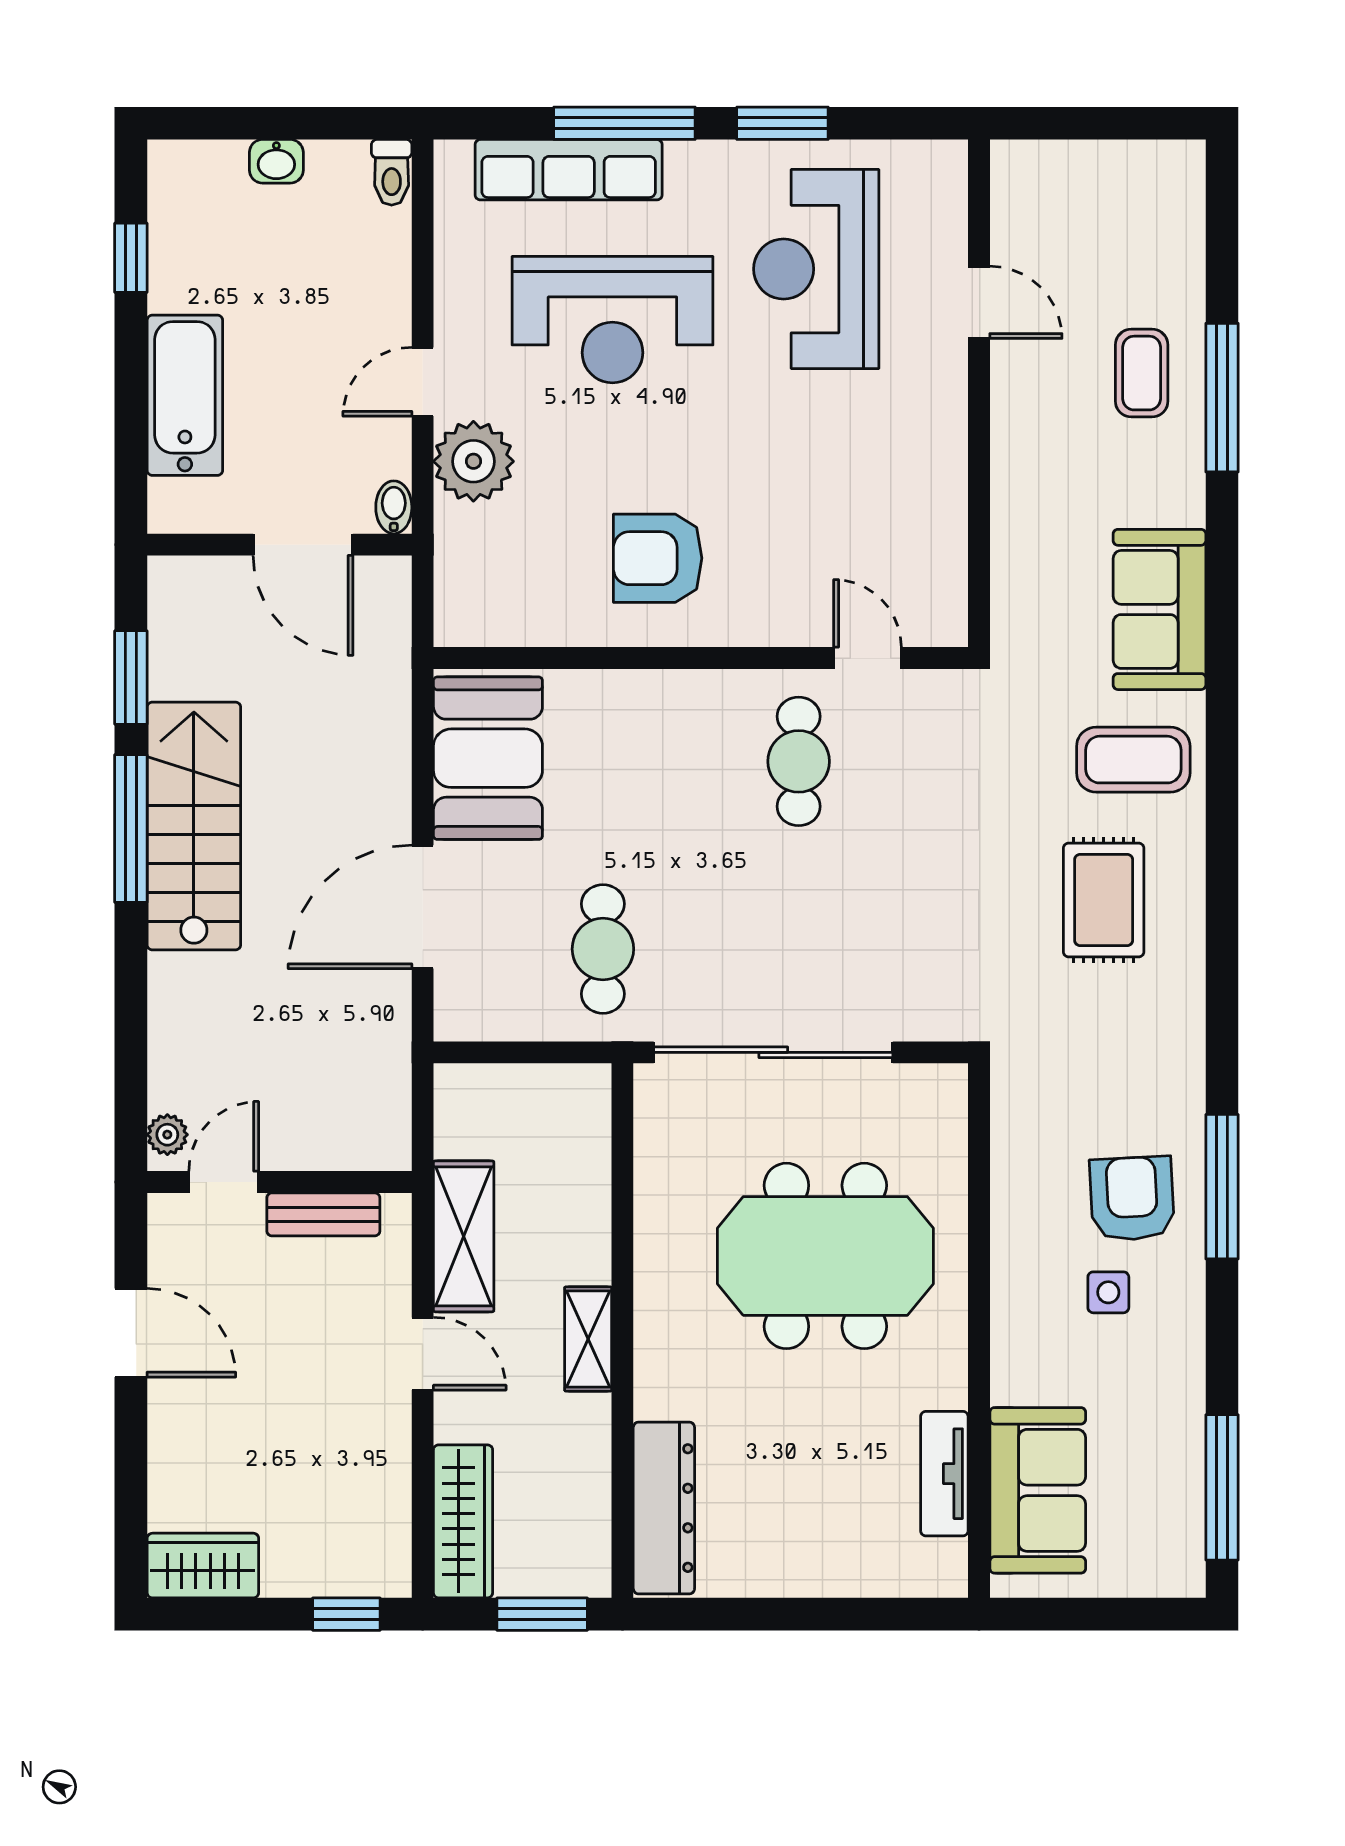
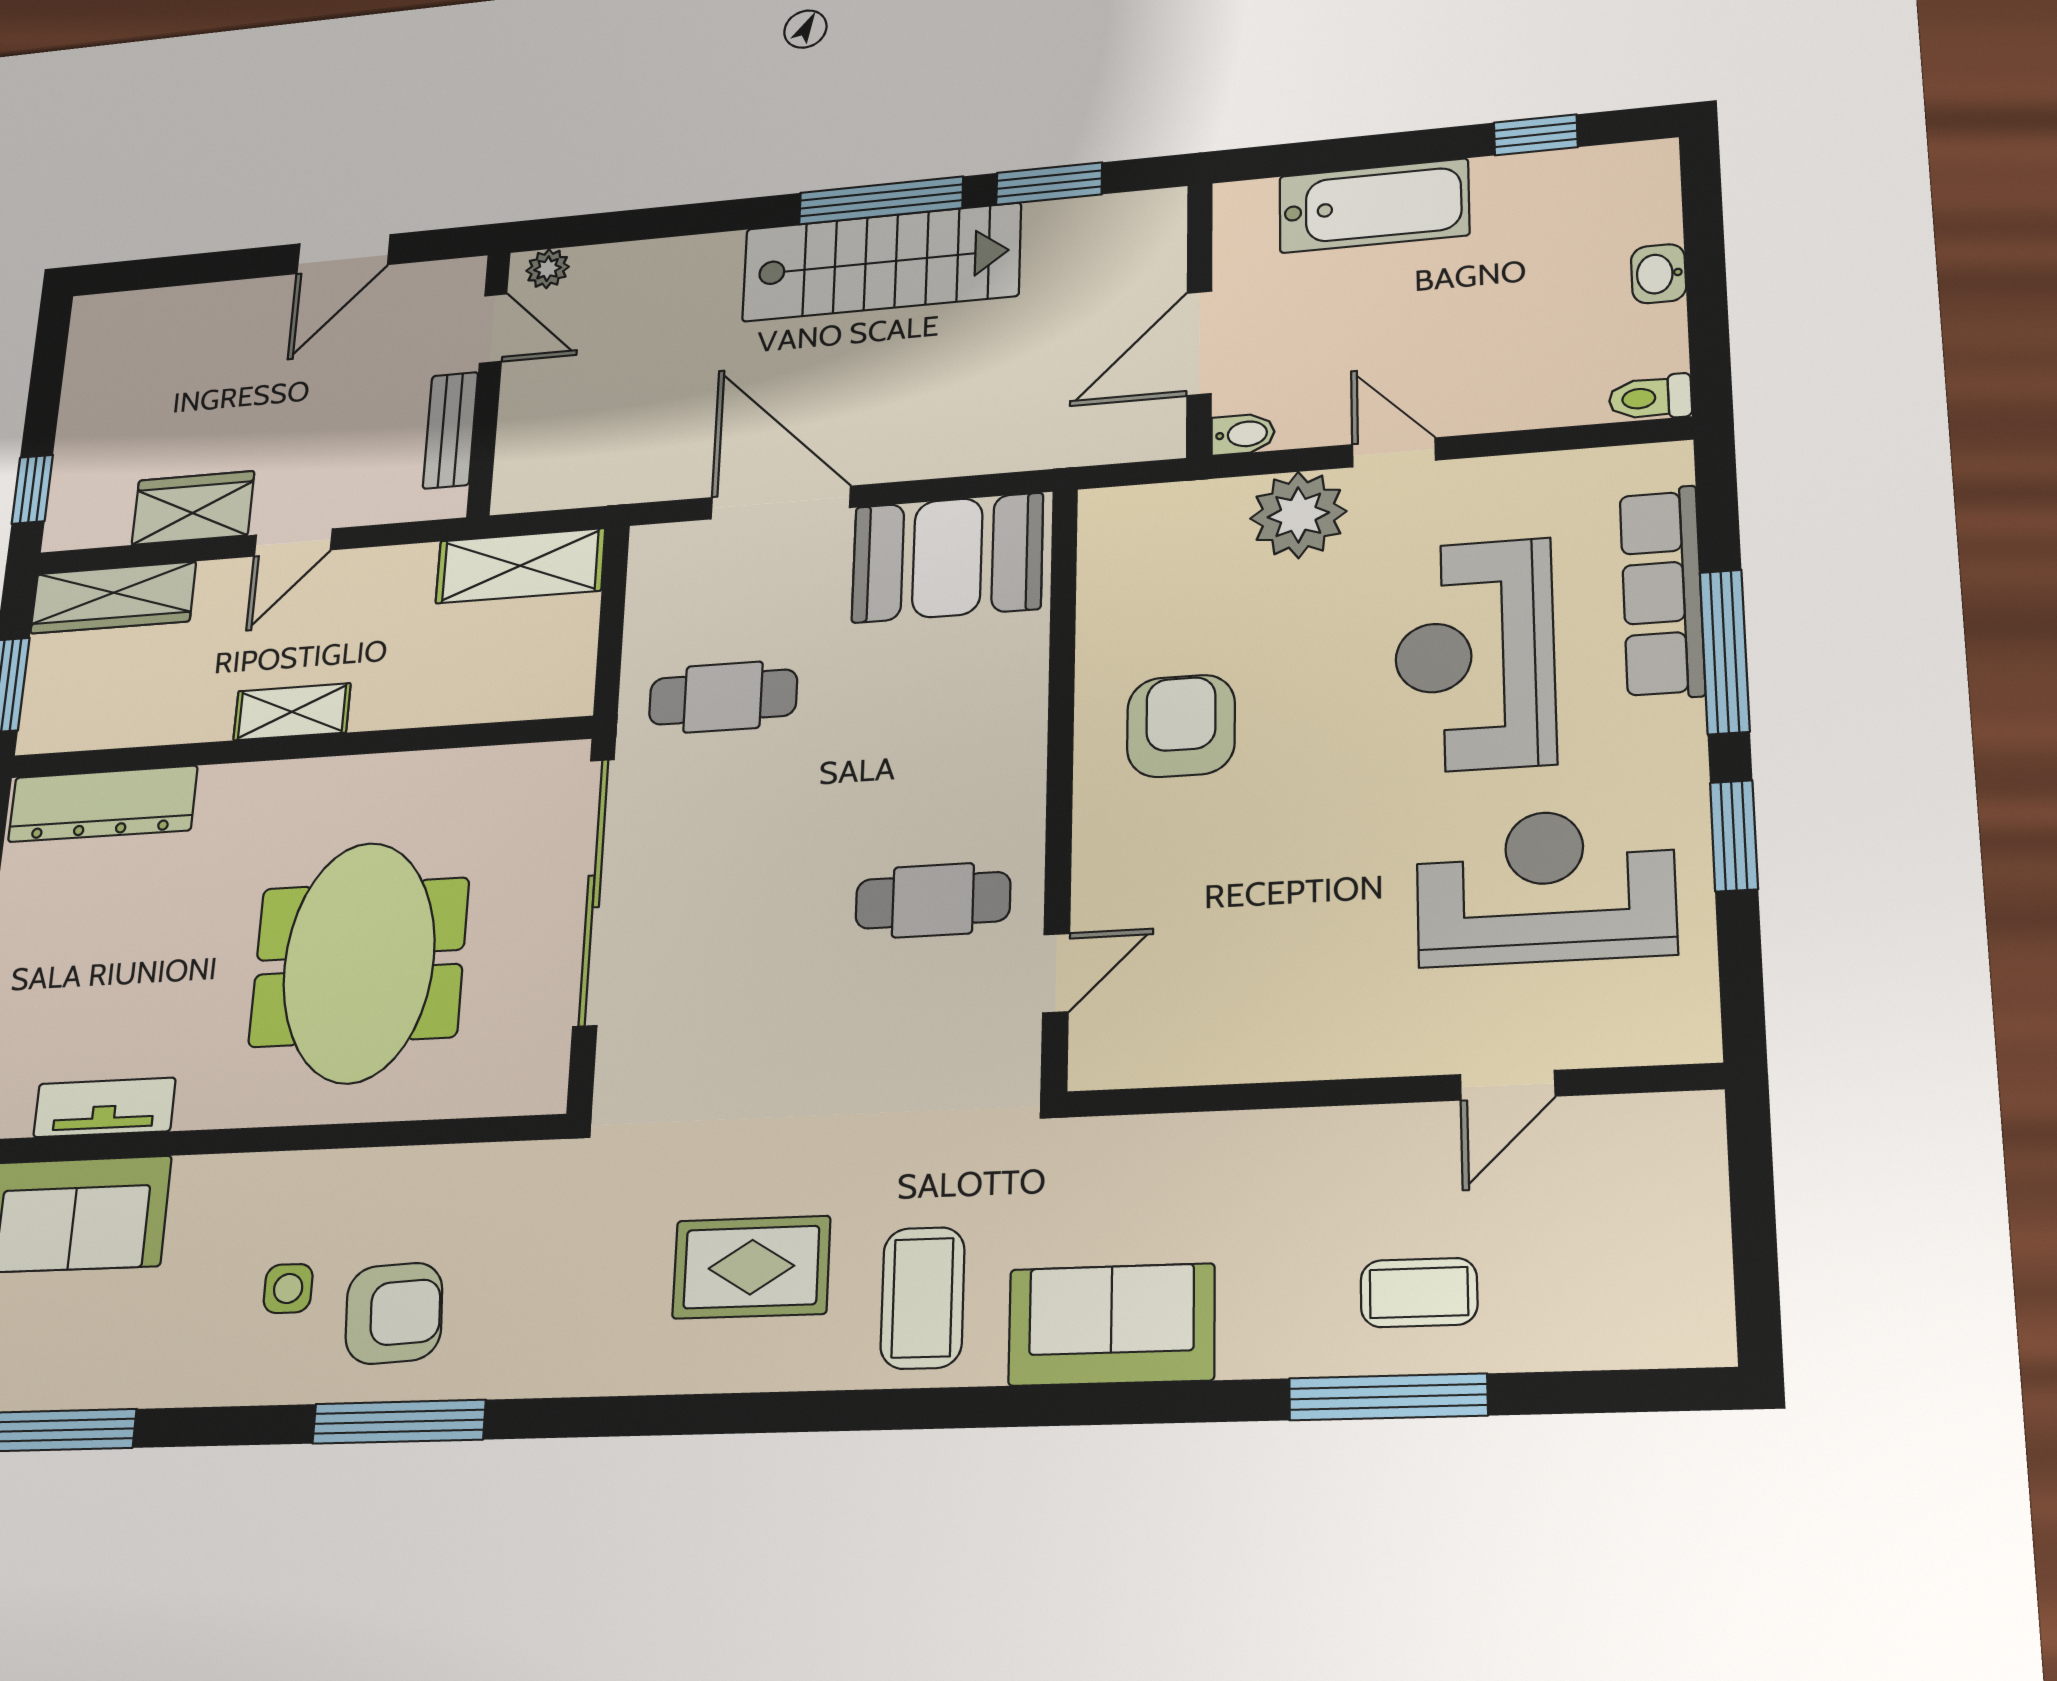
shelving: (464, 1236) -> (520, 566), moved
wardrobe: (203, 1566) -> (193, 508), moved, turned -90

